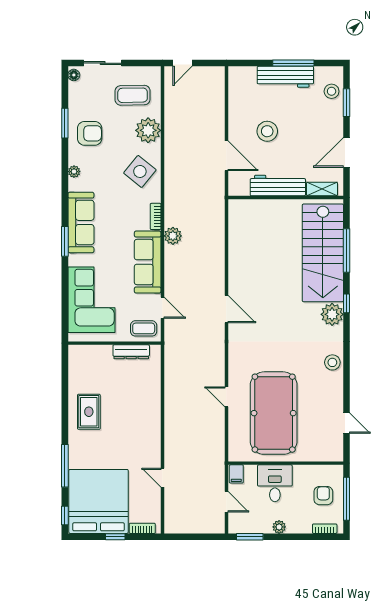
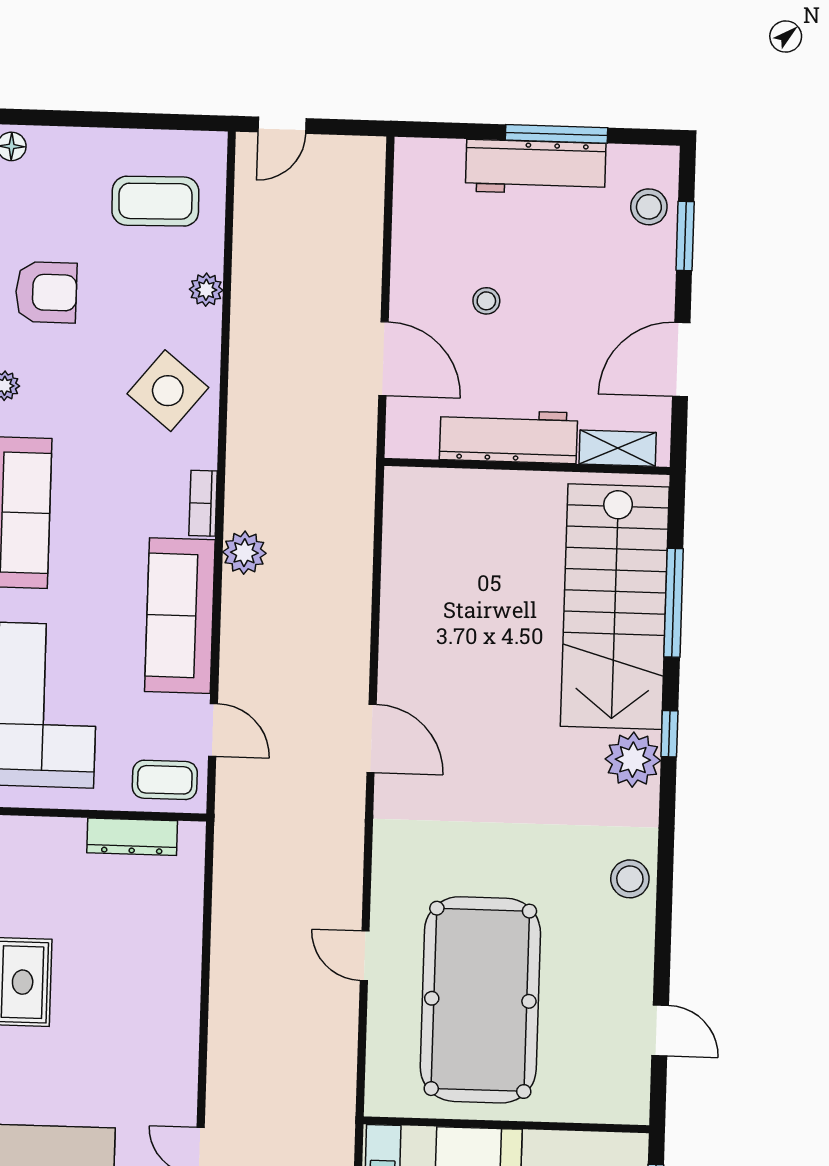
sliding door: (103, 63) -> (84, 119), removed
plant: (148, 130) -> (206, 290), width x0.53, depth x0.53
stool: (267, 131) -> (486, 301), width x0.53, depth x0.53

